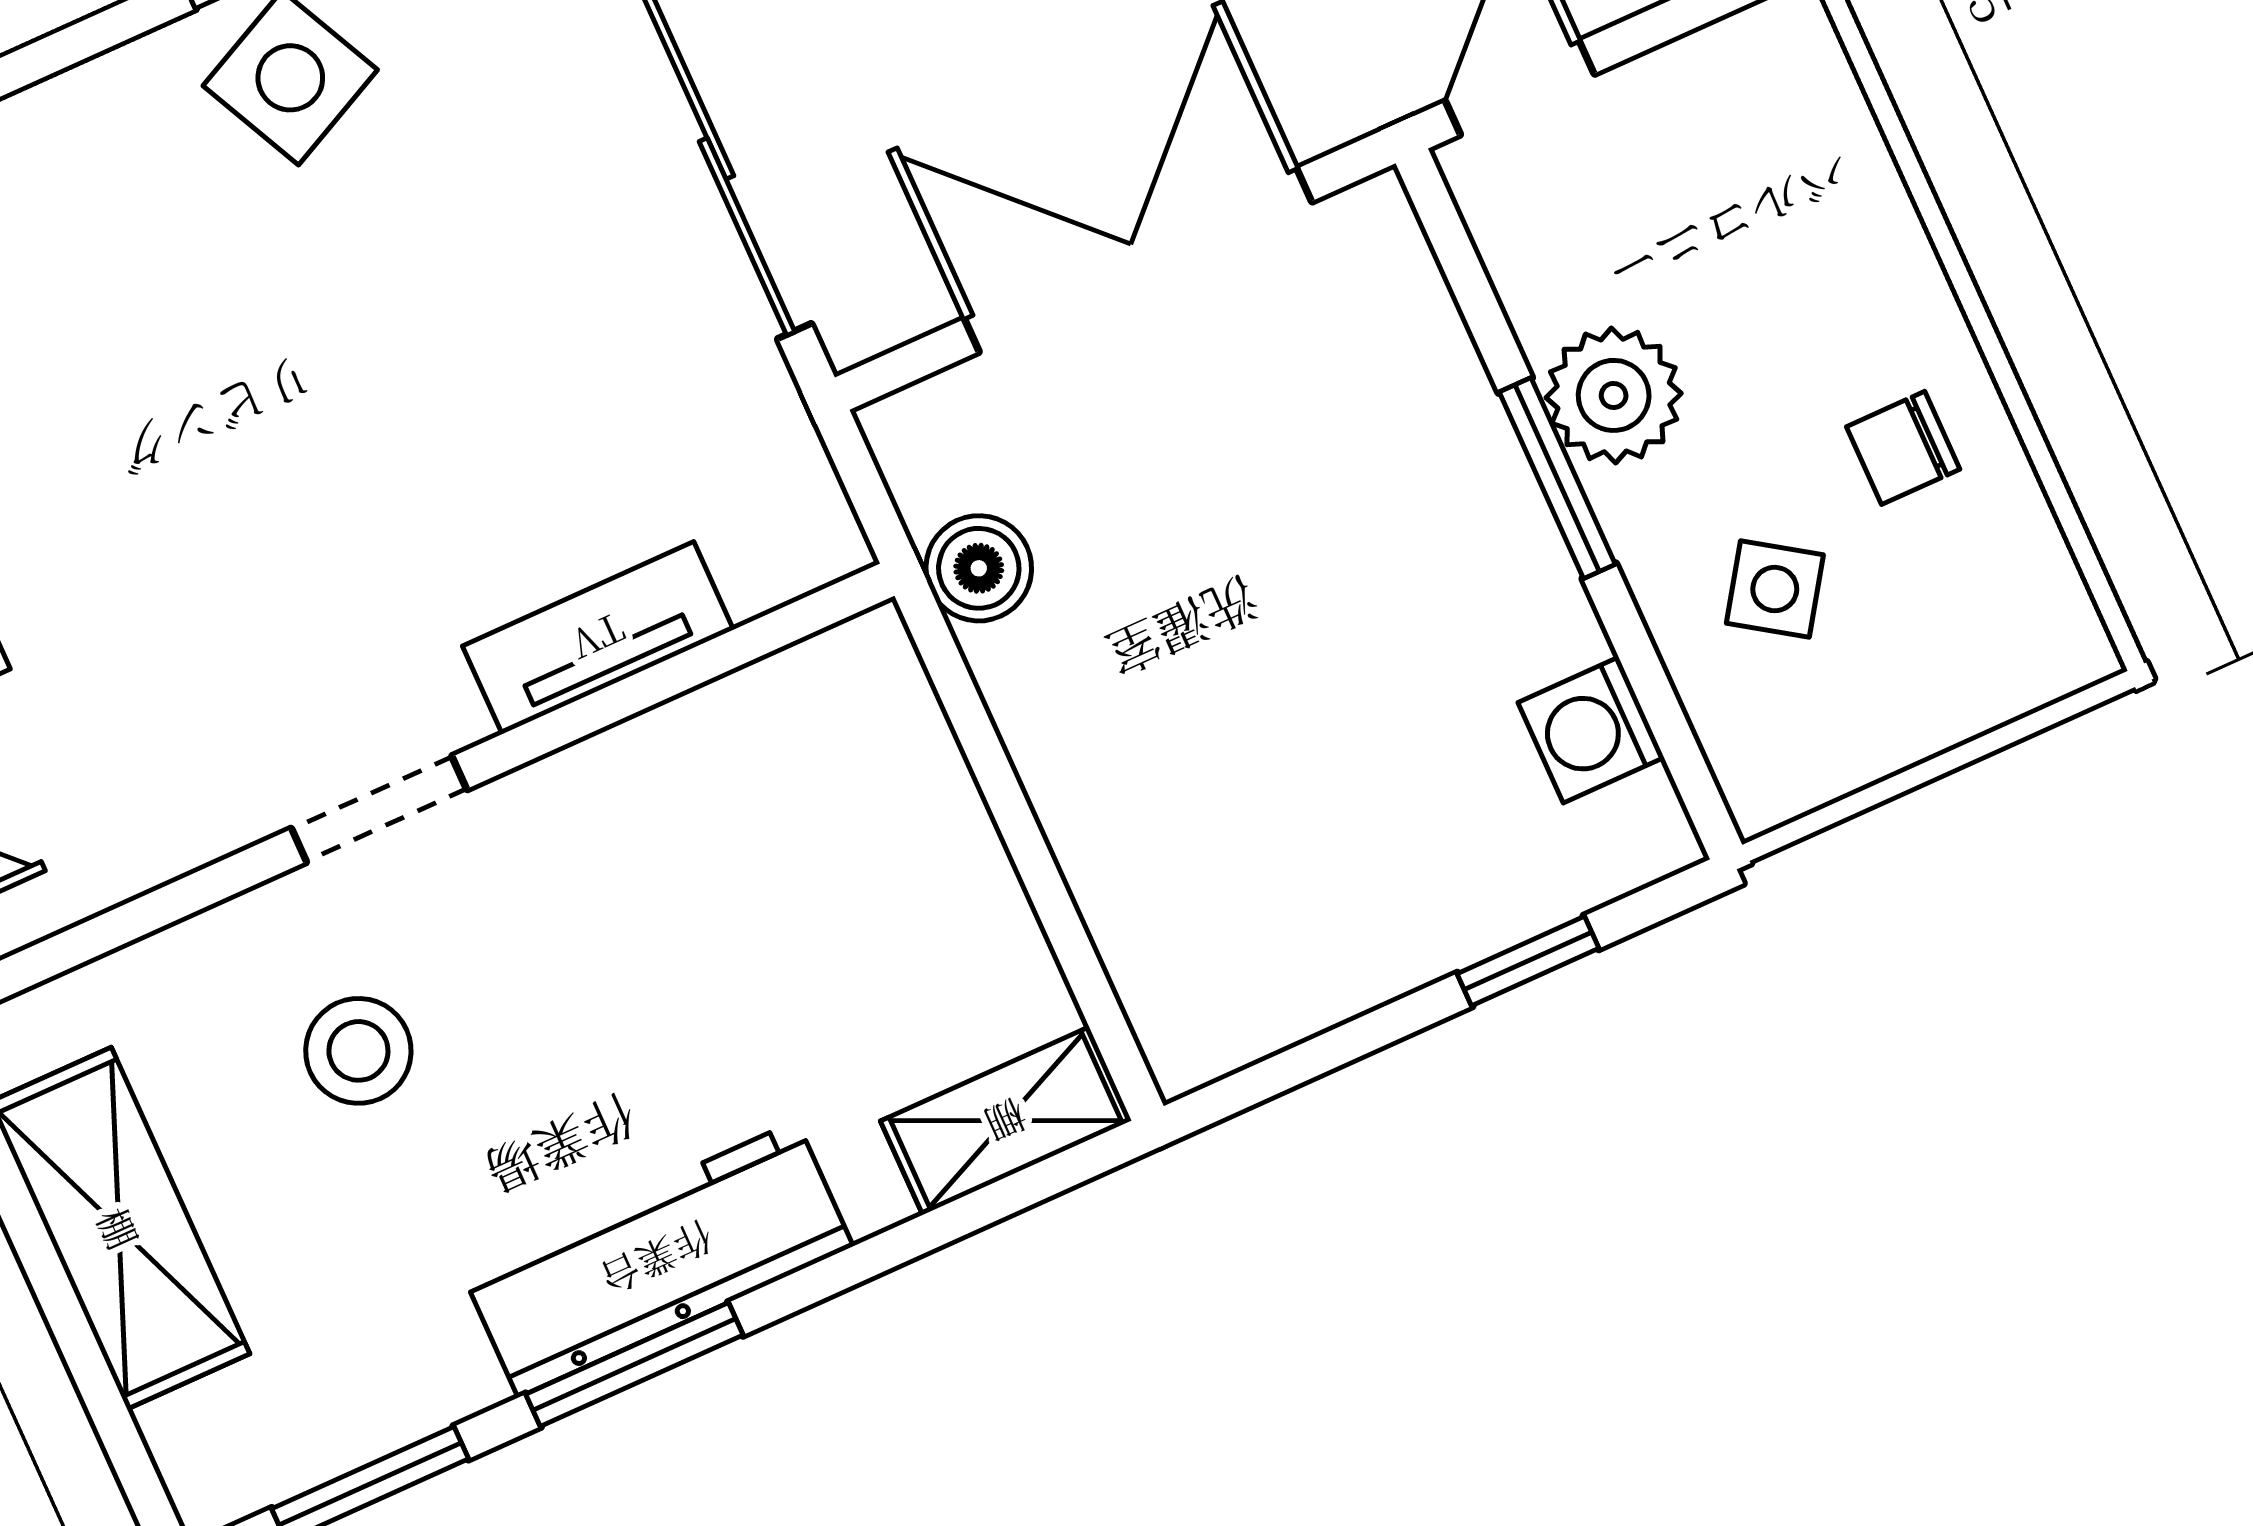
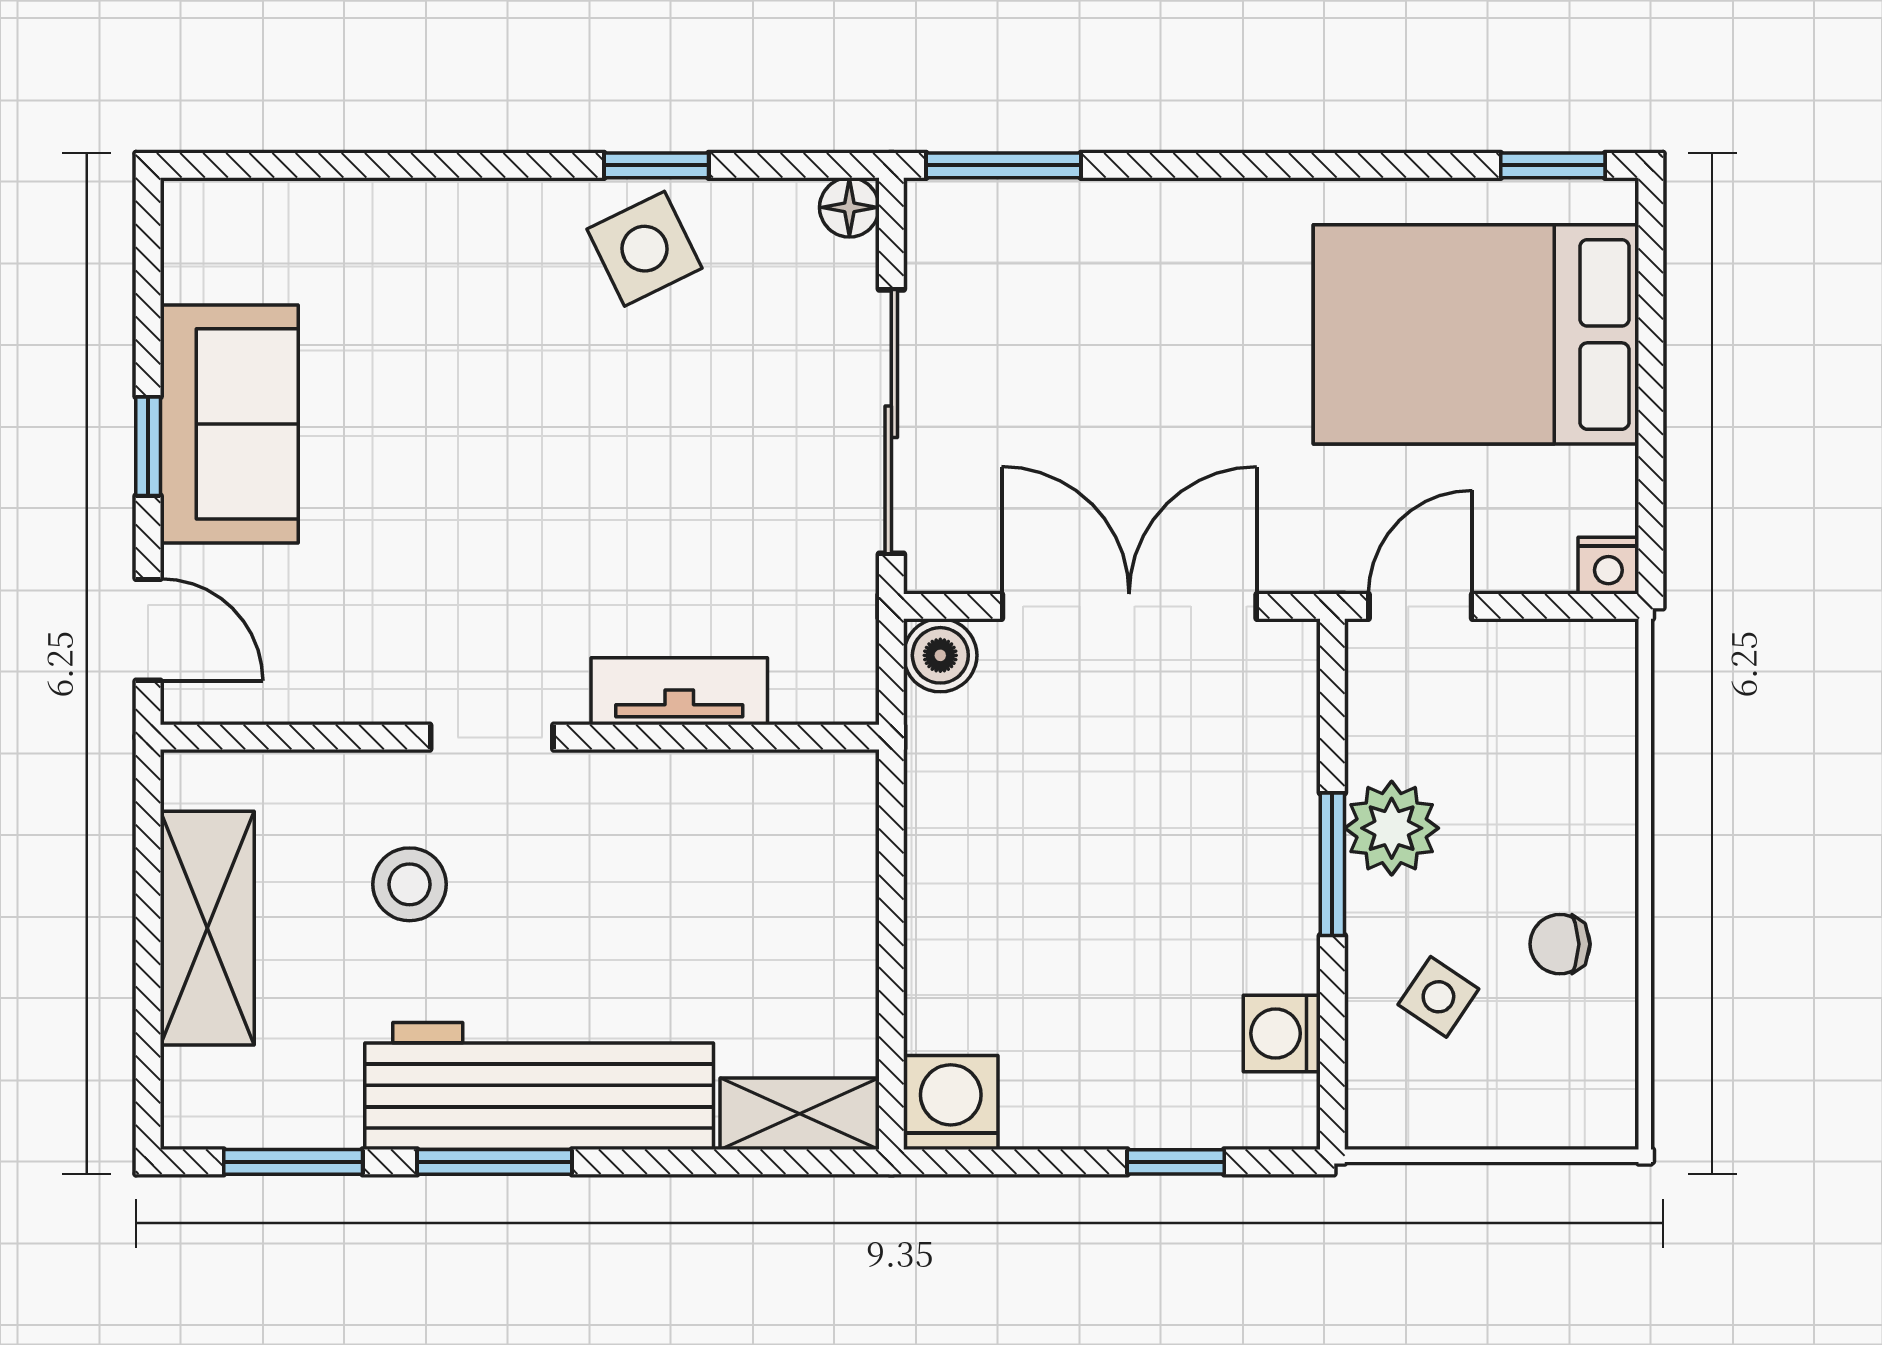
boiler: (979, 568) -> (940, 655), moved
washing machine: (1198, 1016) -> (951, 1102), added
workbench: (657, 1259) -> (539, 1086), width x1.36, depth x1.32

